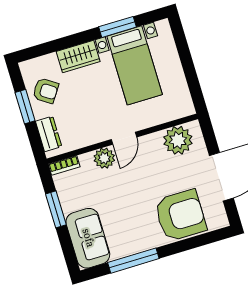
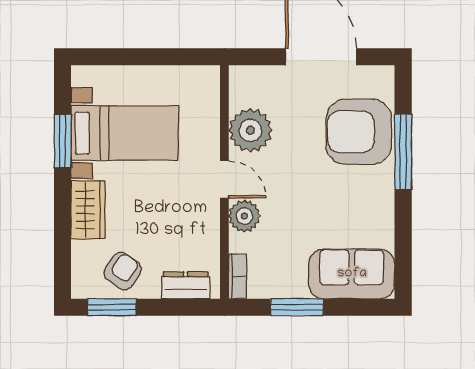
window: (25, 107) -> (112, 307), moved
plant: (178, 140) -> (250, 130), moved
armchair: (180, 215) -> (359, 132), turned -90
window: (133, 261) -> (403, 152), moved

